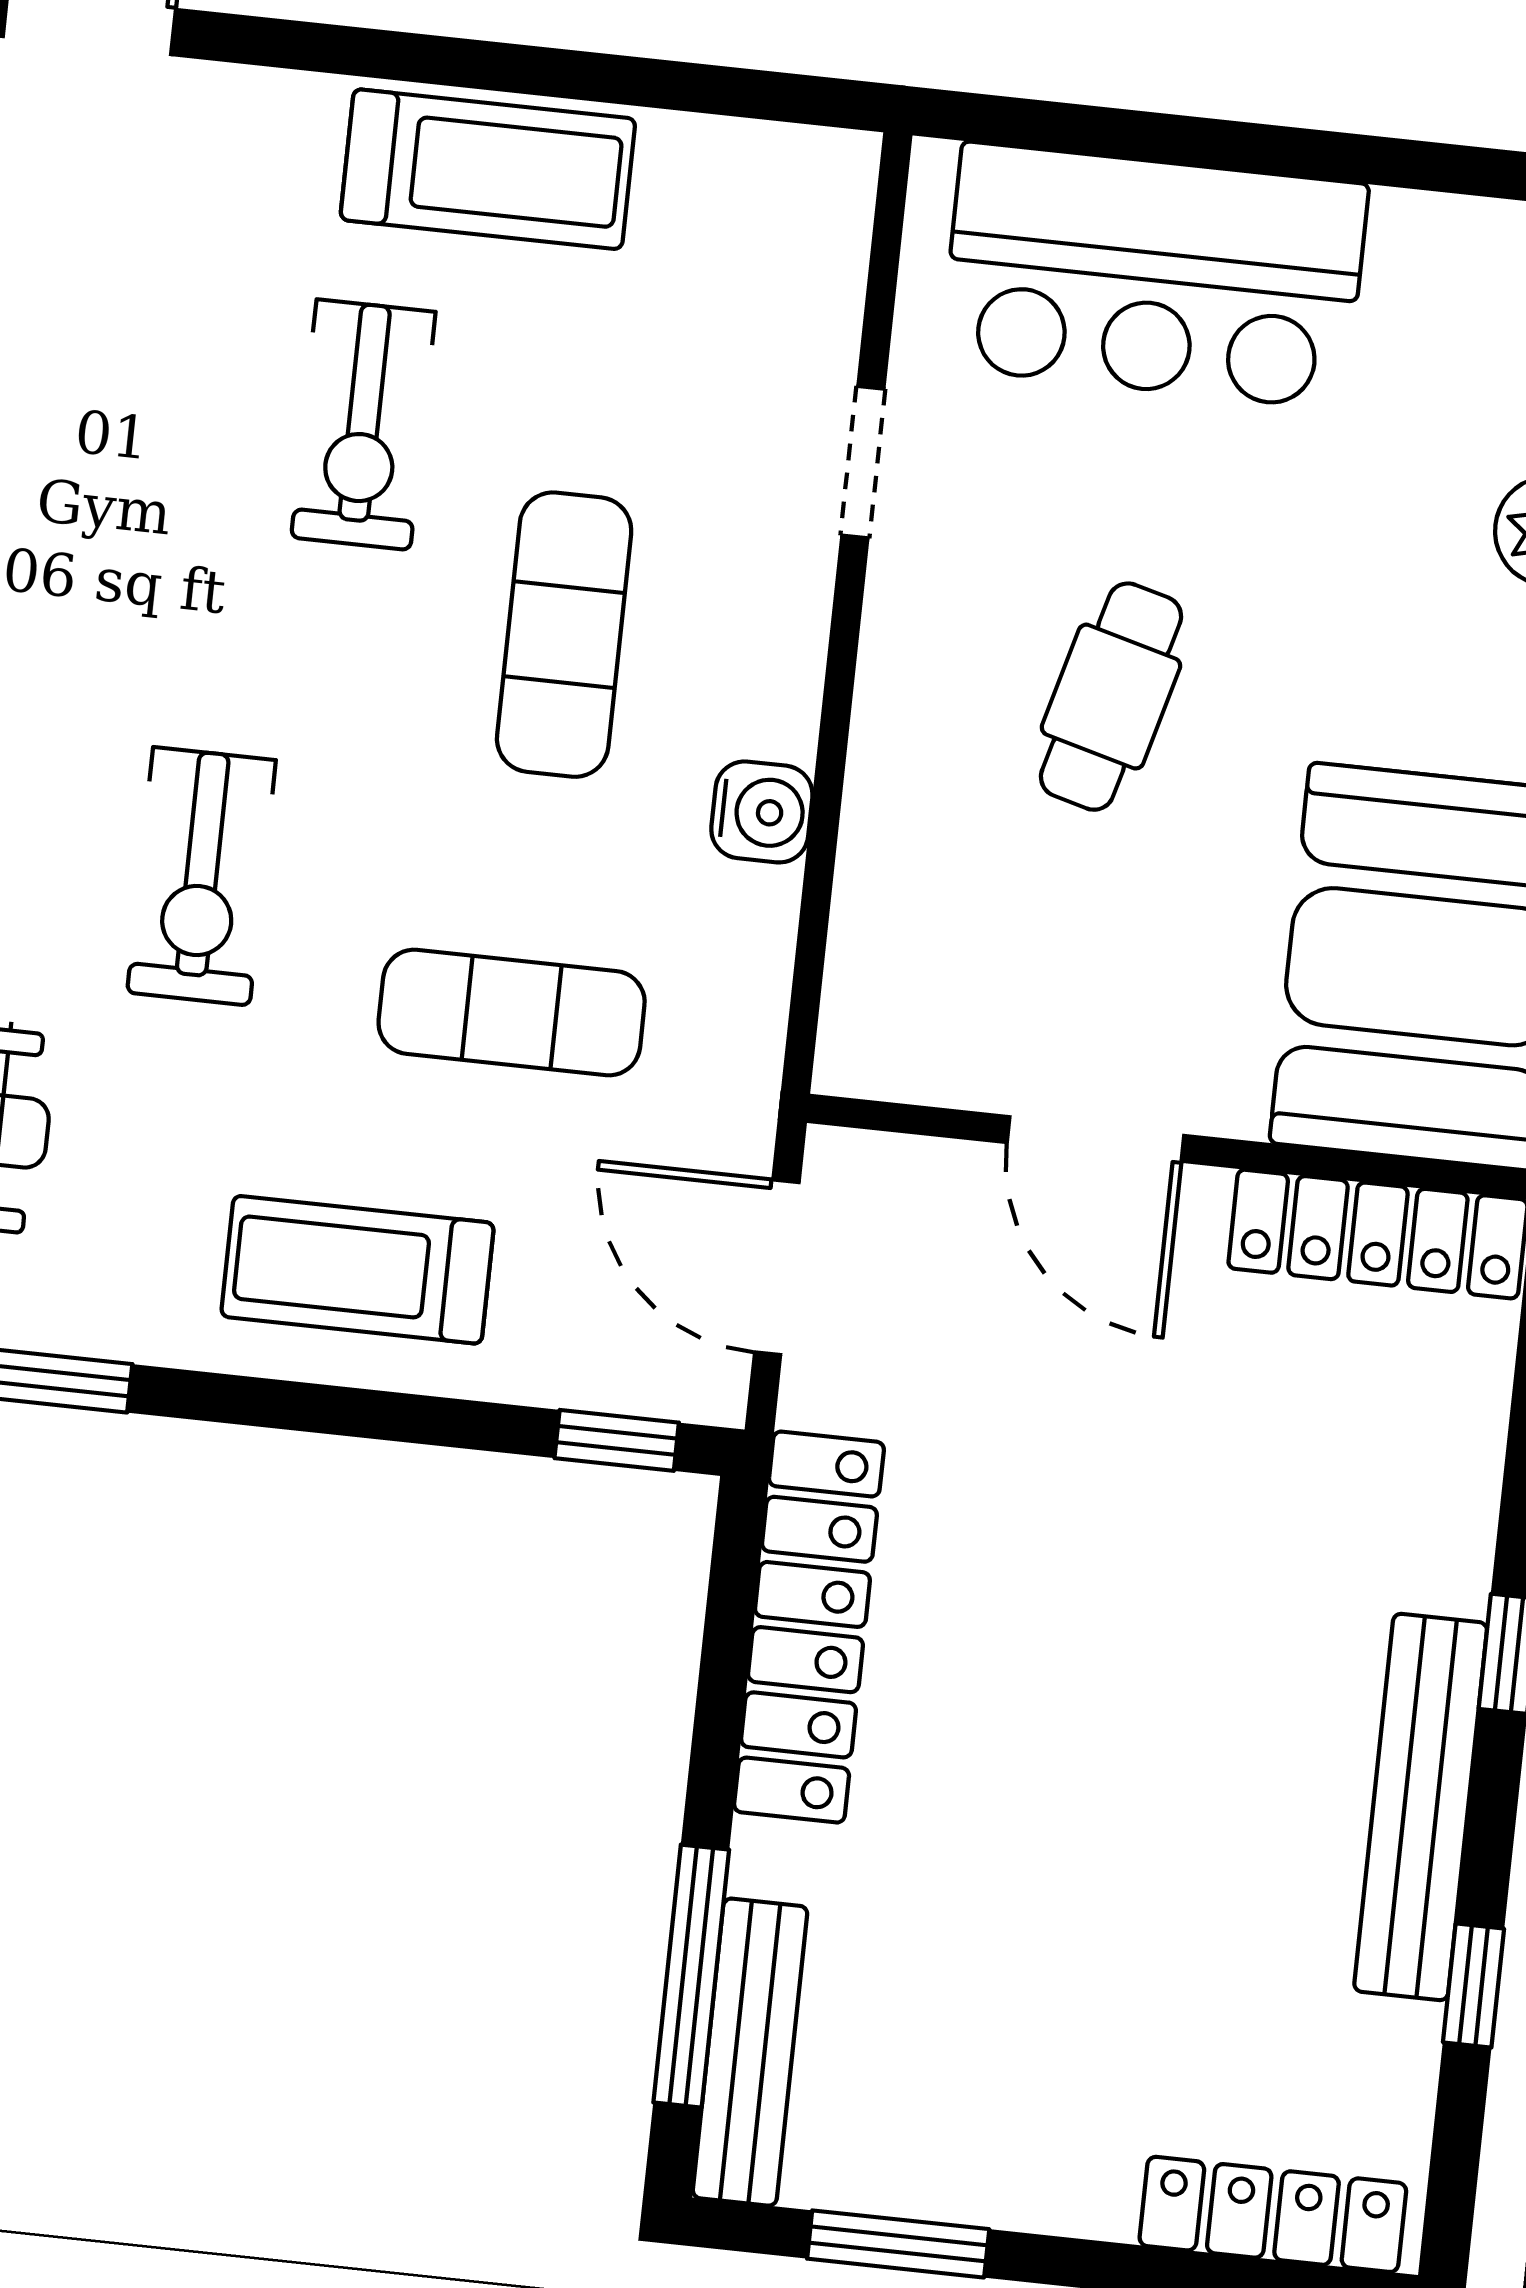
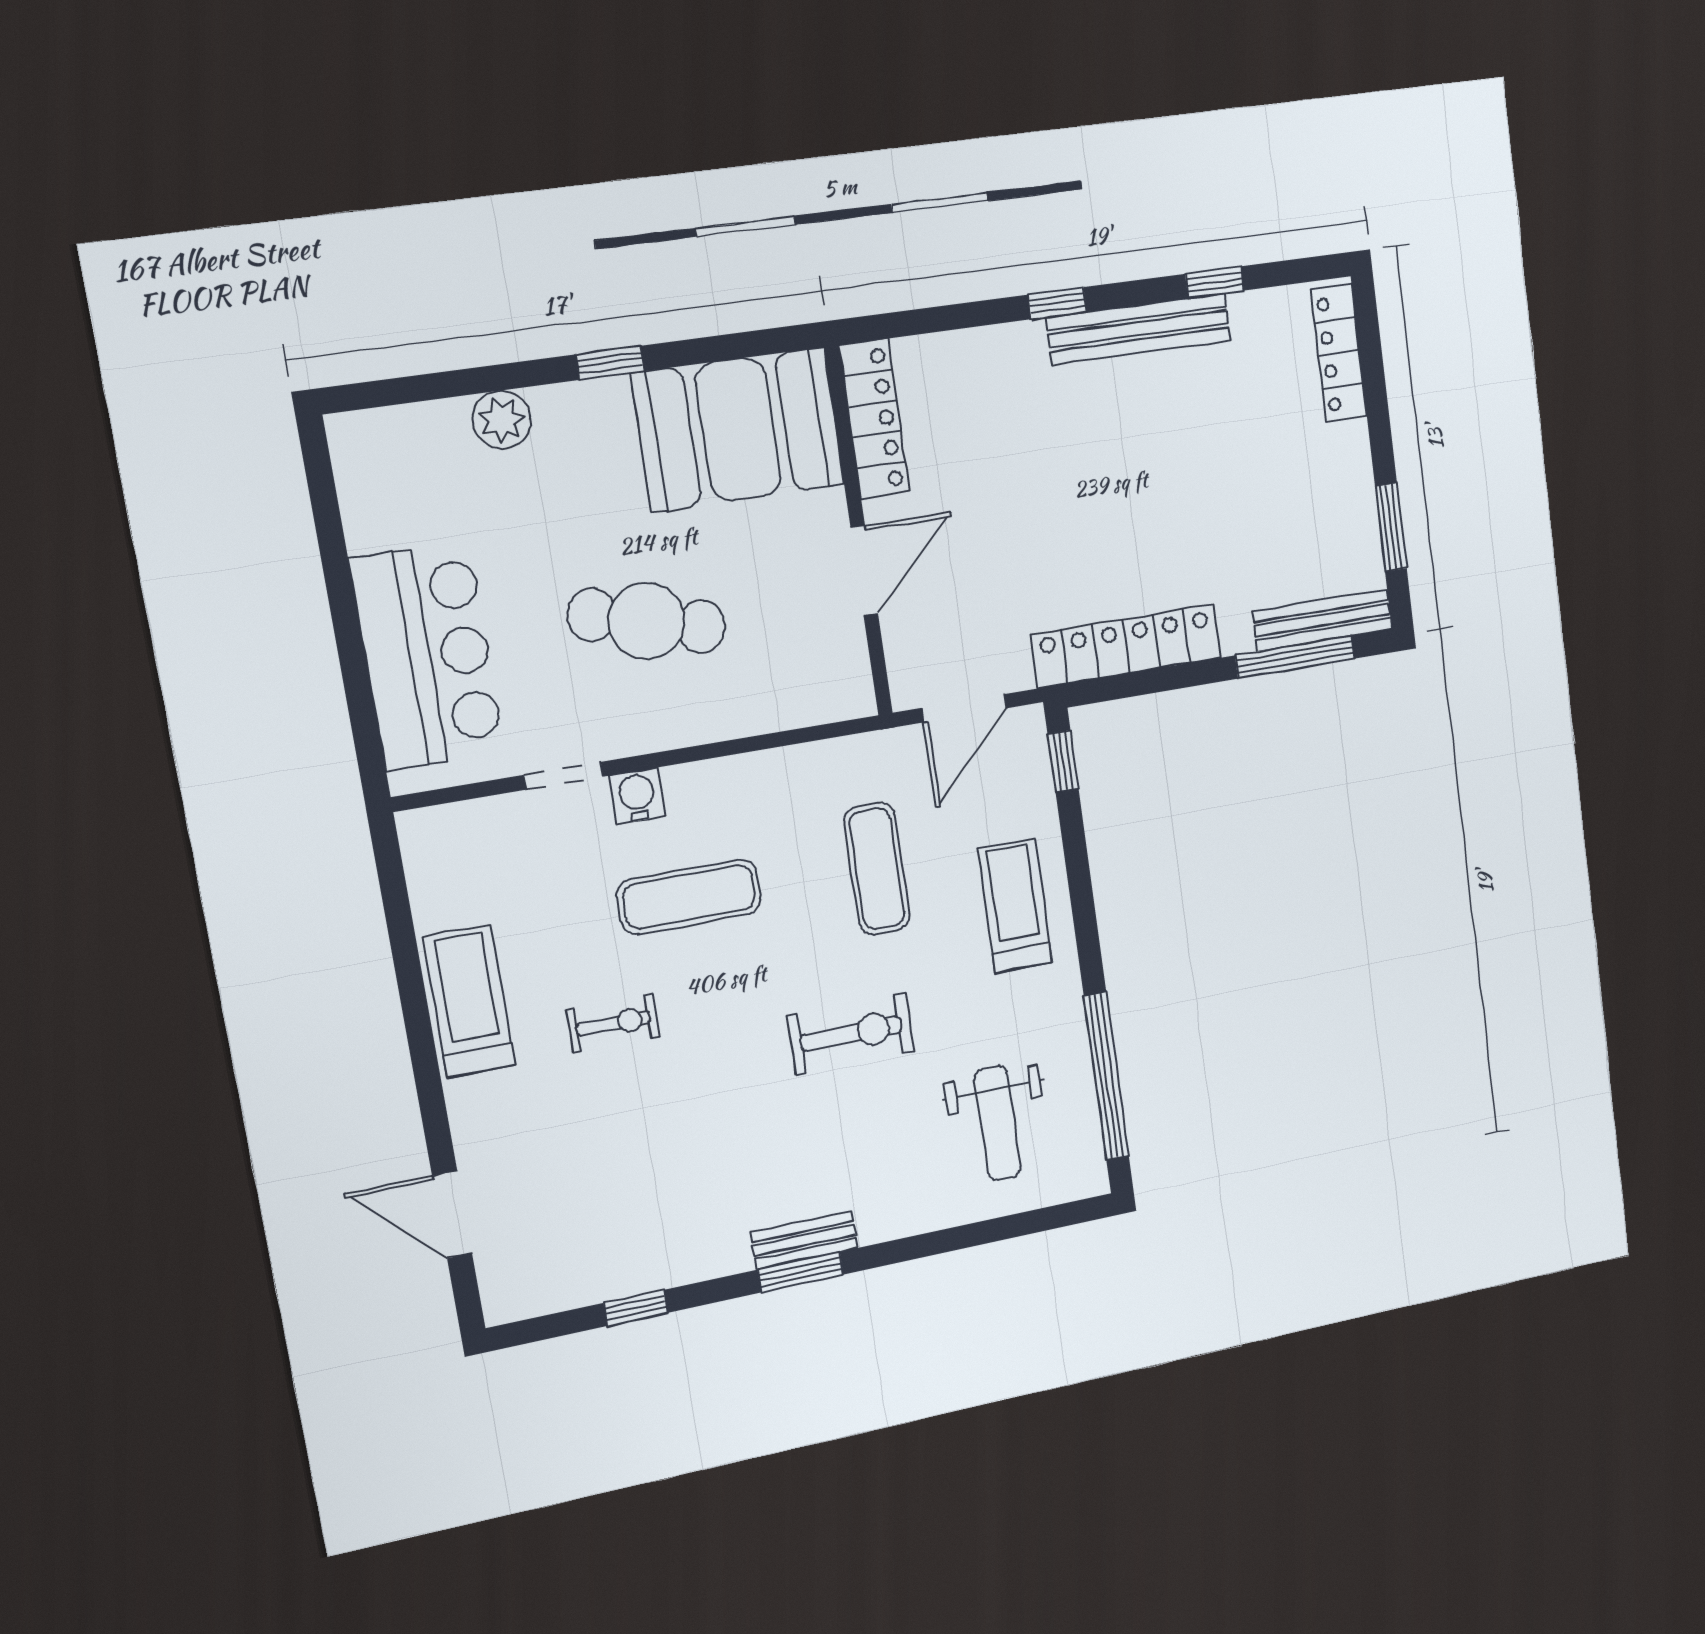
exercise bike: (363, 425) -> (613, 1023), width x0.73, depth x0.72
cafe table: (1111, 697) -> (647, 621), width x1.37, depth x1.35
water cooler: (762, 812) -> (637, 796), moved
treadmill: (358, 1270) -> (1015, 905), turned 180

